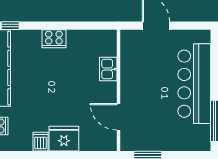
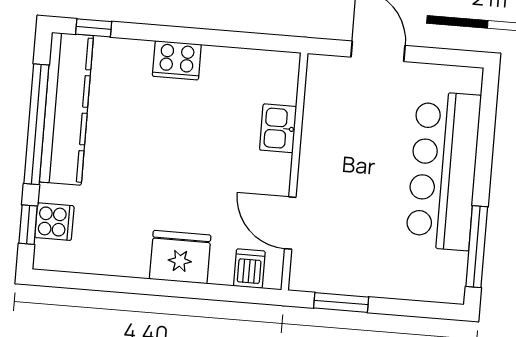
dishwasher: (40, 142) -> (249, 269), moved

